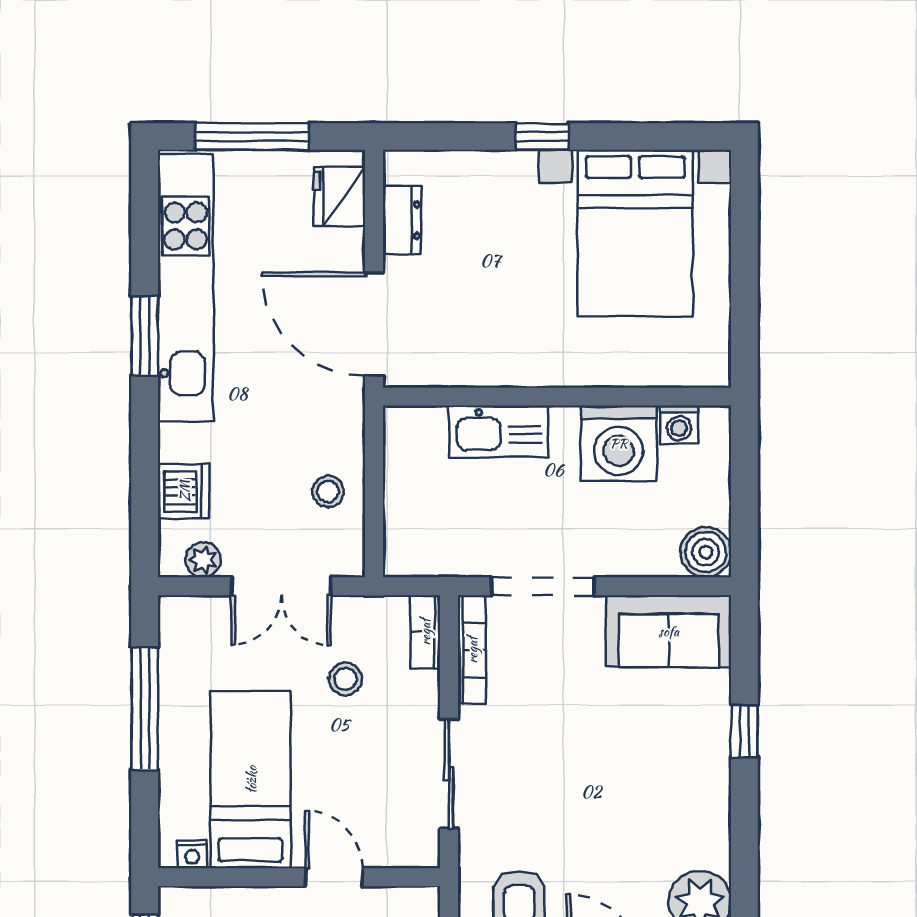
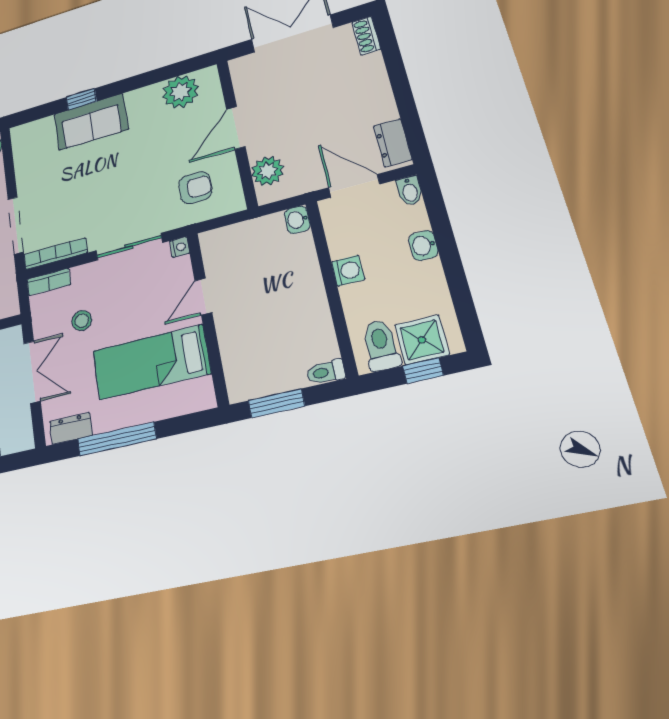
plant: (203, 560) -> (22, 423), removed
sofa: (669, 631) -> (91, 122), moved, turned 90
dresser: (177, 639) -> (71, 428), added
nightstand: (192, 854) -> (180, 247), moved

